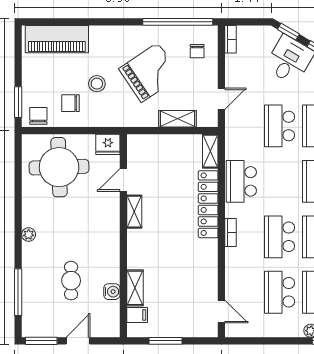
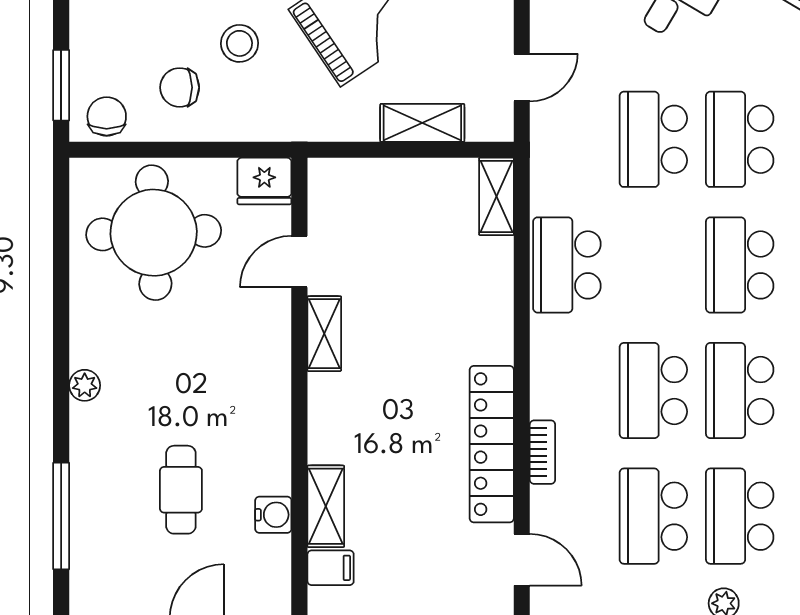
locker: (208, 204) -> (492, 444), moved
bookcase: (231, 232) -> (542, 452), moved

